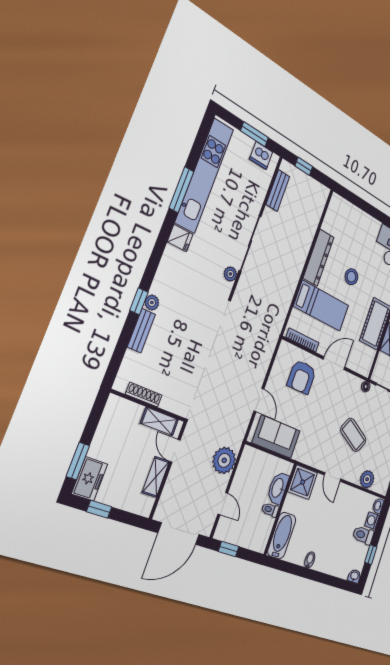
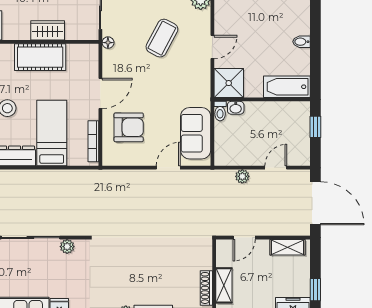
door: (334, 363) -> (100, 93), swing flipped
shelving: (159, 421) -> (224, 285), moved
plant: (224, 460) -> (242, 176), width x0.53, depth x0.53
shelving: (156, 477) -> (287, 247), moved
washbasin: (278, 488) -> (236, 108), width x0.52, depth x0.69
toilet: (270, 510) -> (220, 111), moved
window: (229, 549) -> (315, 127), moved

